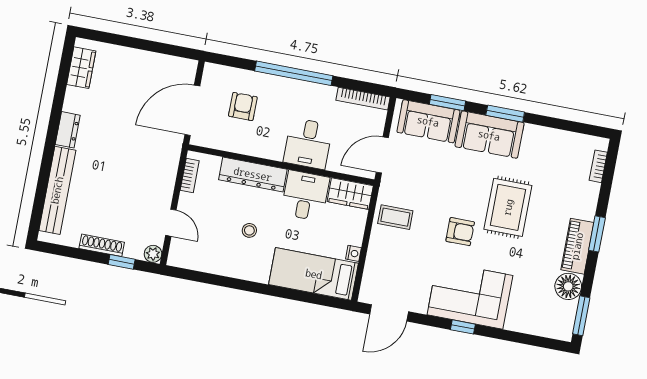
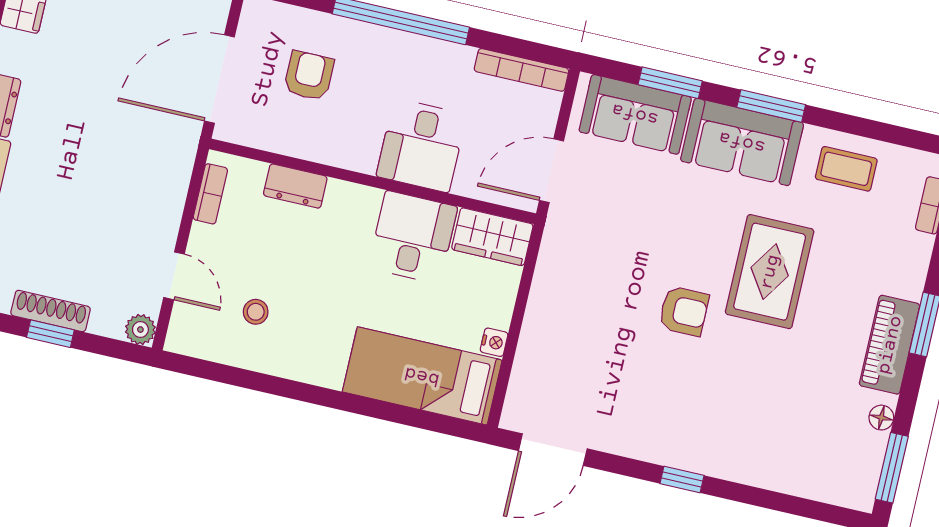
dresser: (253, 174) -> (295, 186), width x0.51, depth x0.80
coffee table: (395, 217) -> (846, 169), moved
stool: (249, 230) -> (256, 312), moved
window: (122, 262) -> (50, 334), moved
floor lamp: (568, 286) -> (881, 418), width x0.53, depth x0.53
corner sofa: (470, 295) -> (697, 424), removed

